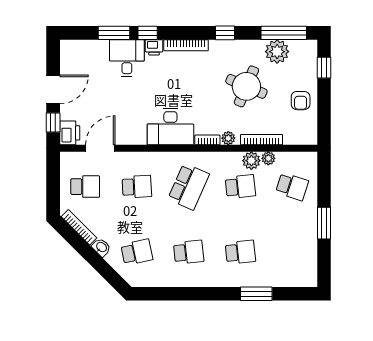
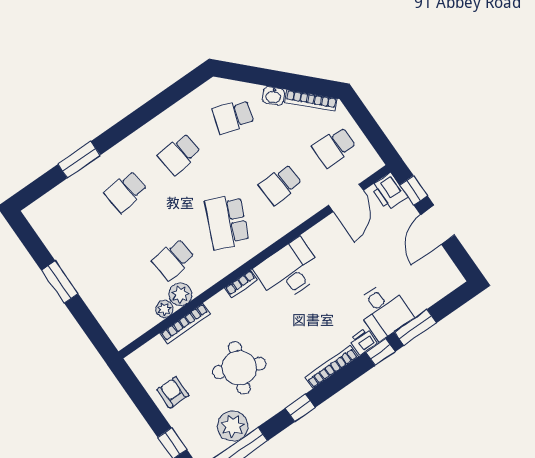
plant: (228, 138) -> (221, 301), removed
school desk: (292, 187) -> (119, 297), removed
school desk: (137, 252) -> (233, 117), turned 30

